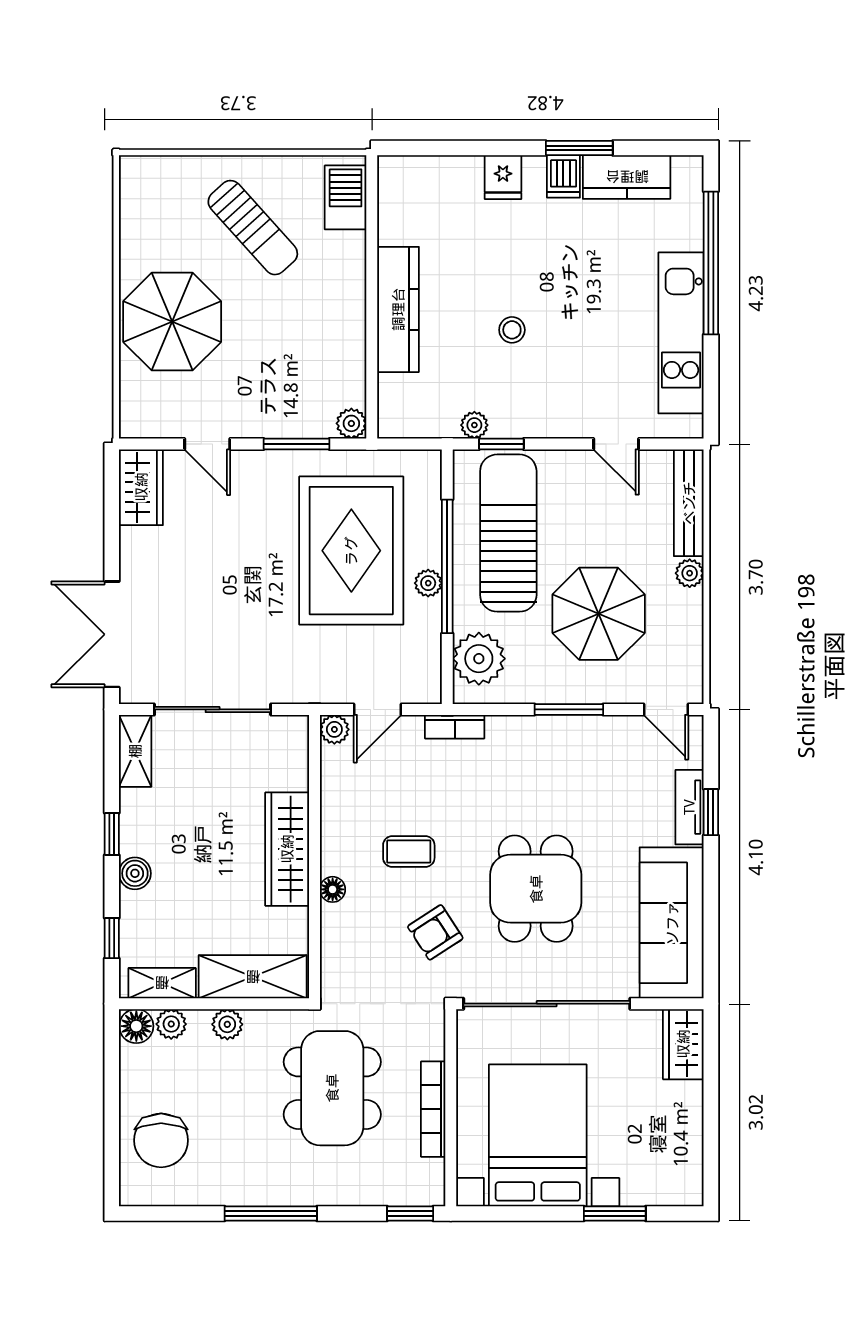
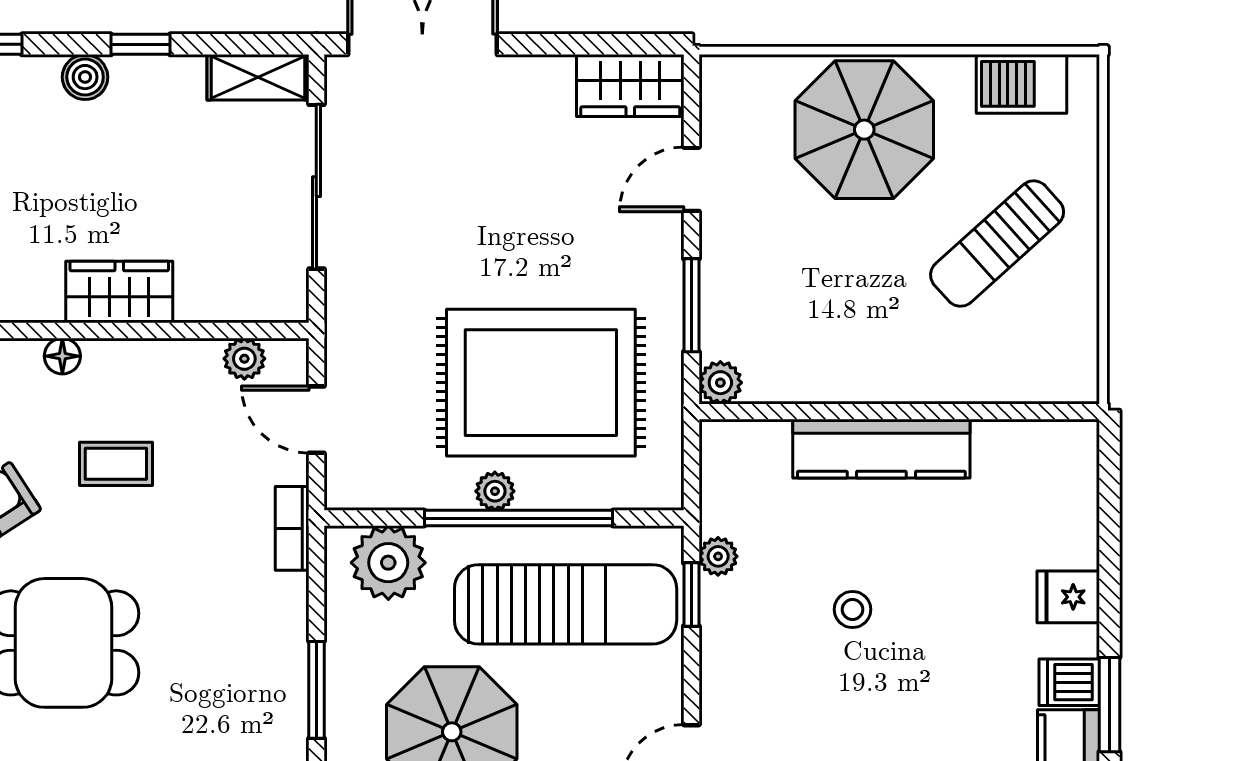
barbecue: (346, 197) -> (1021, 84), moved, turned 180
plant: (334, 729) -> (244, 359), moved
wardrobe: (287, 849) -> (119, 292), width x0.67
coffee table: (409, 852) -> (116, 464), turned 90

